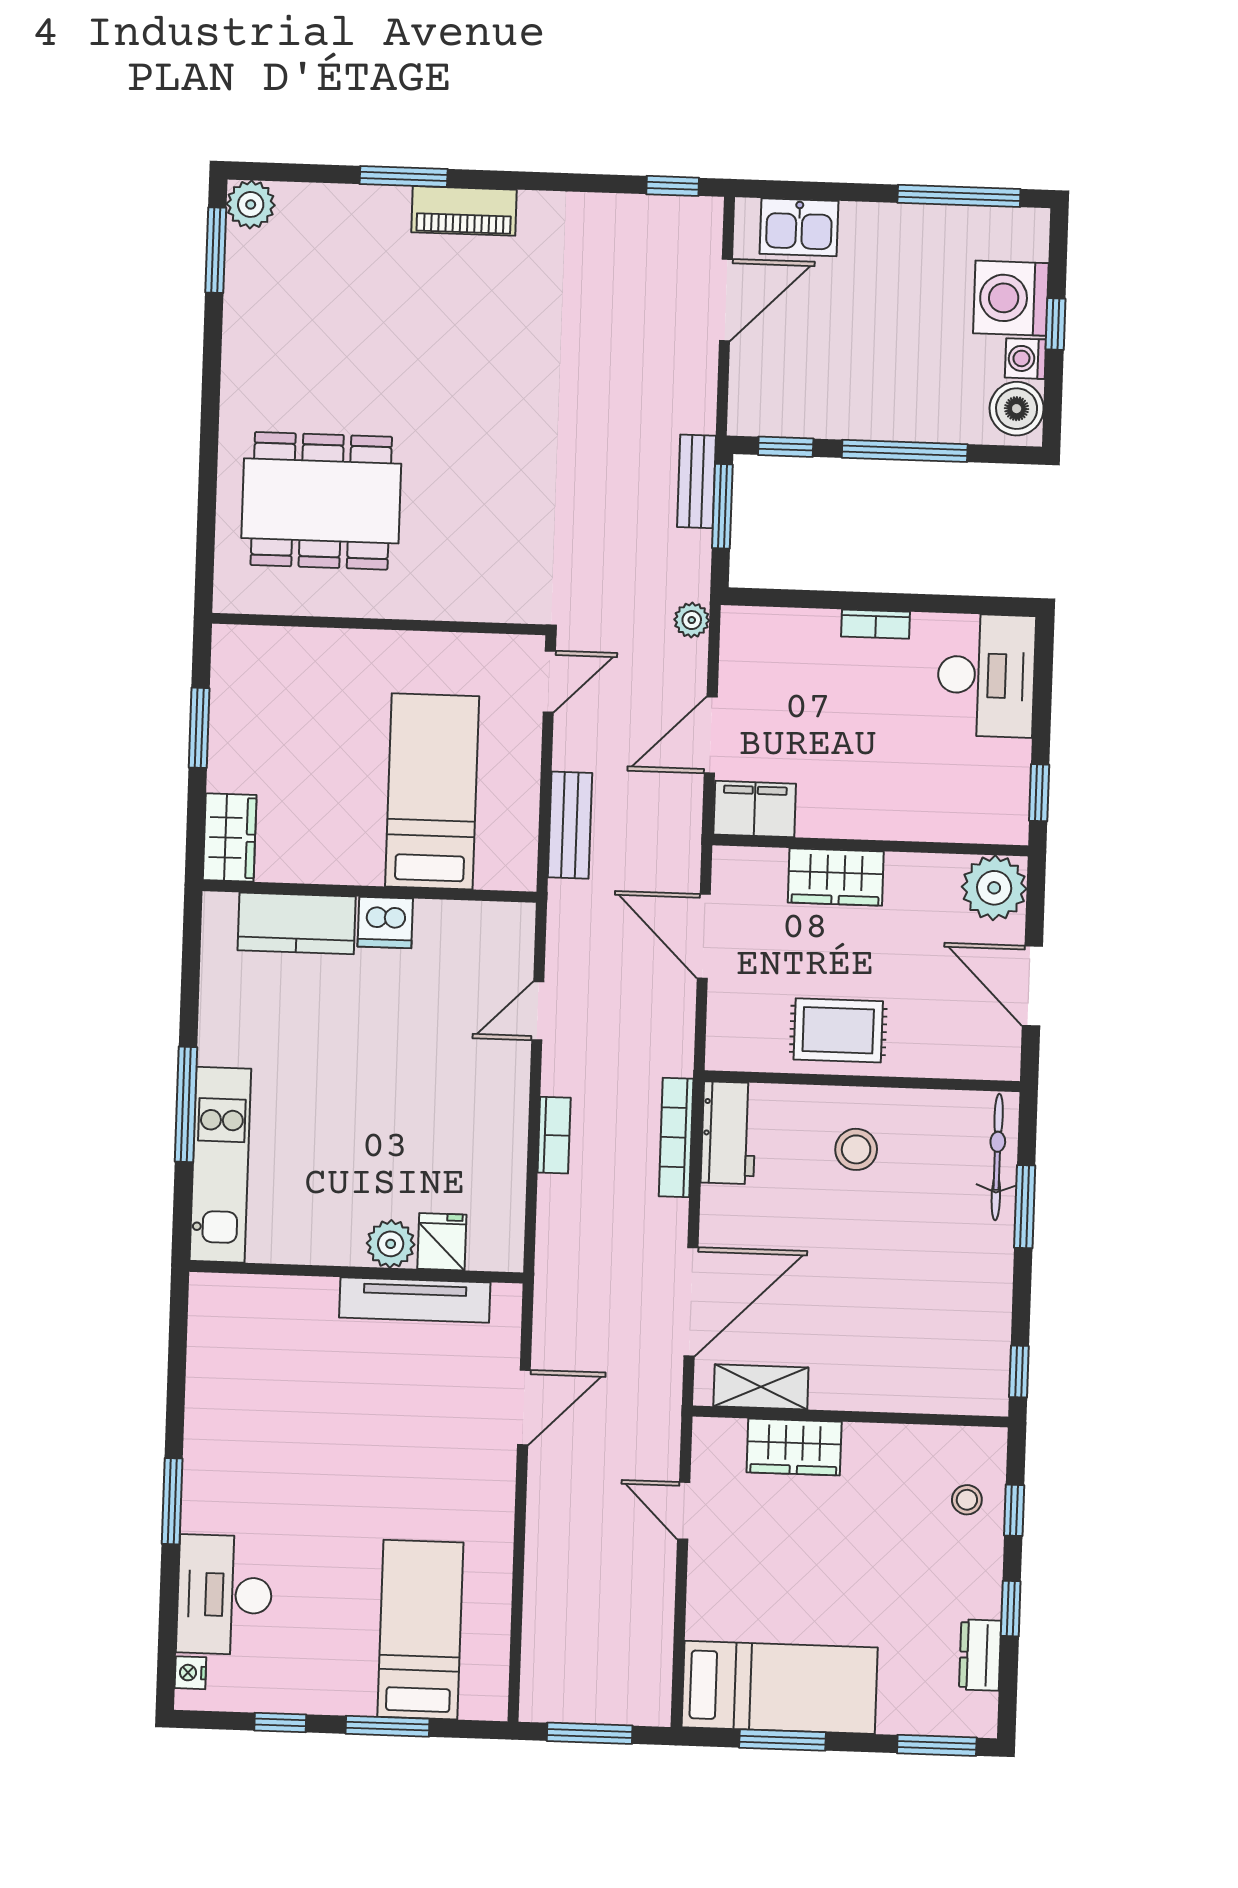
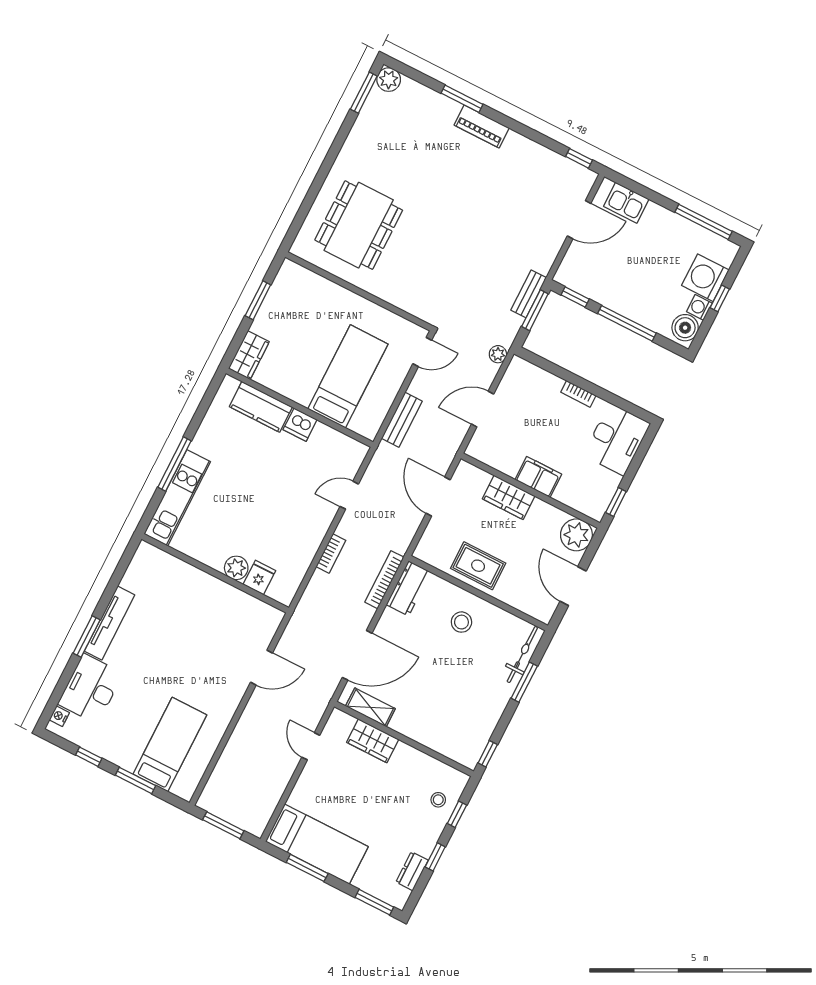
dining table: (321, 501) -> (359, 225), turned 90
filing cabinet: (755, 809) -> (538, 477), moved
tv unit: (415, 1300) -> (110, 623), moved, turned -90

